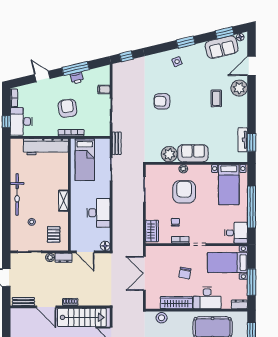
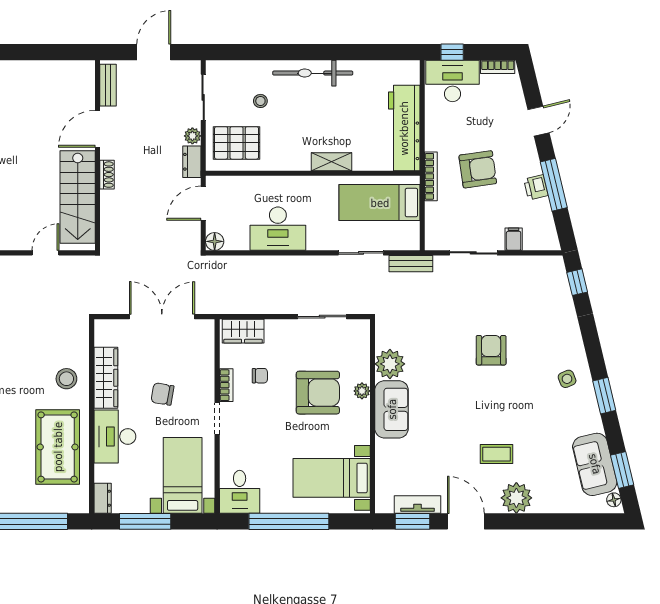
door: (251, 66) -> (466, 521), moved
shelving: (63, 201) -> (332, 162), moved
pallet: (54, 234) -> (237, 143), width x1.50, depth x1.42
stool: (162, 318) -> (66, 379), moved

